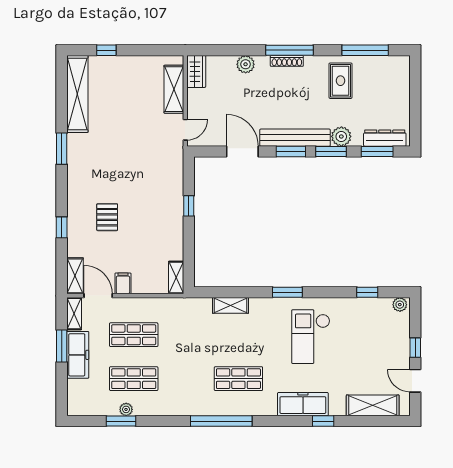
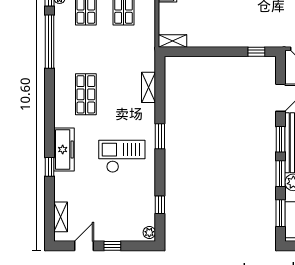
window: (189, 206) -> (256, 52), moved
shelving: (373, 405) -> (61, 217), width x0.67, depth x0.75
window: (221, 421) -> (50, 42), moved

